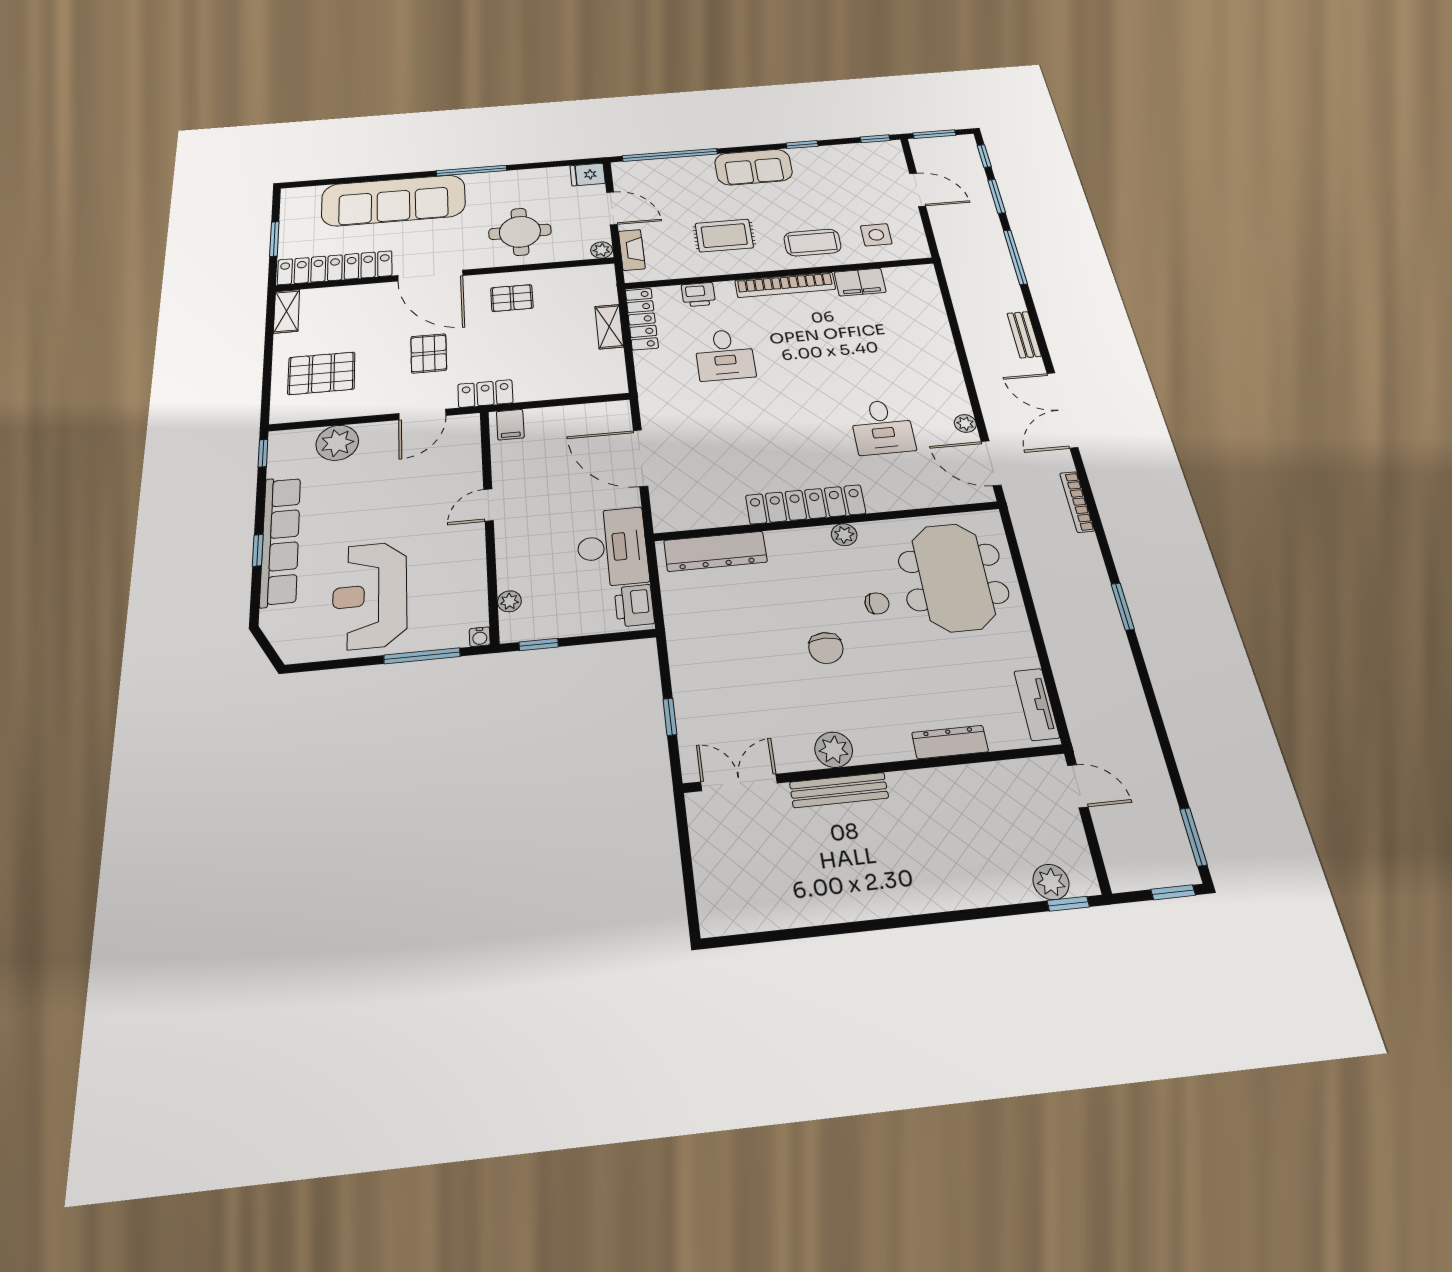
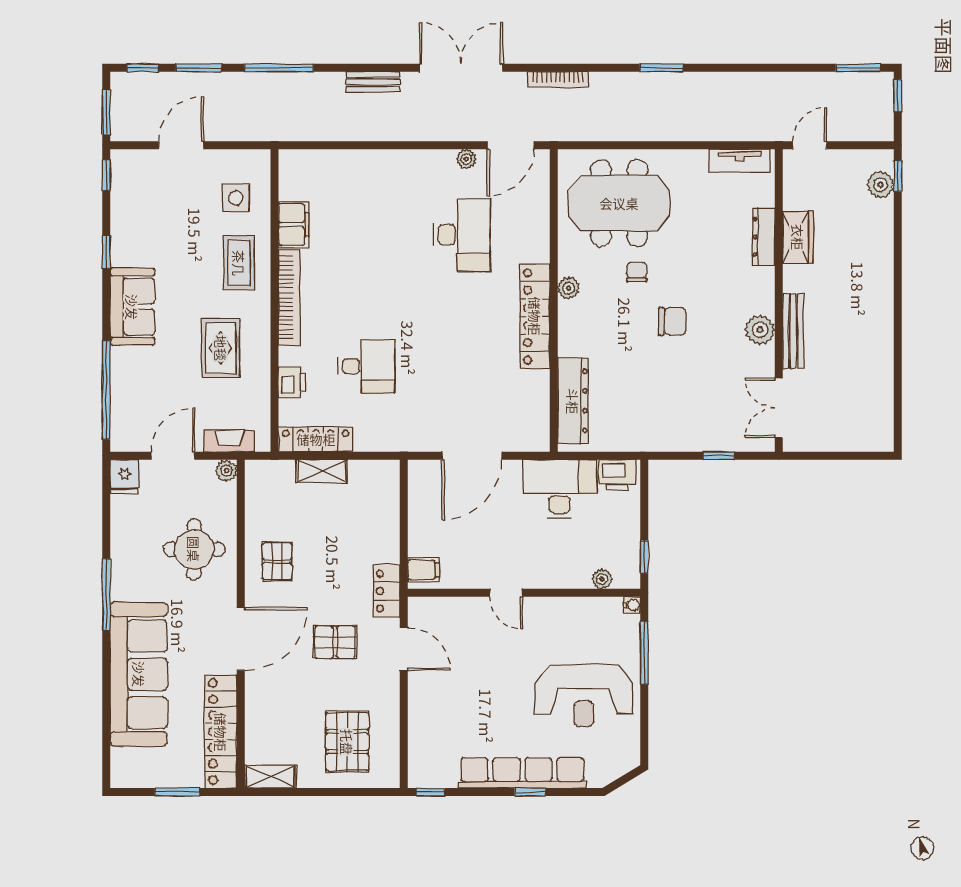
double door: (1062, 410) -> (461, 68), swing flipped
desk: (882, 427) -> (462, 235), width x1.37
plant: (337, 443) -> (427, 726), removed
wardrobe: (959, 784) -> (798, 237), added

